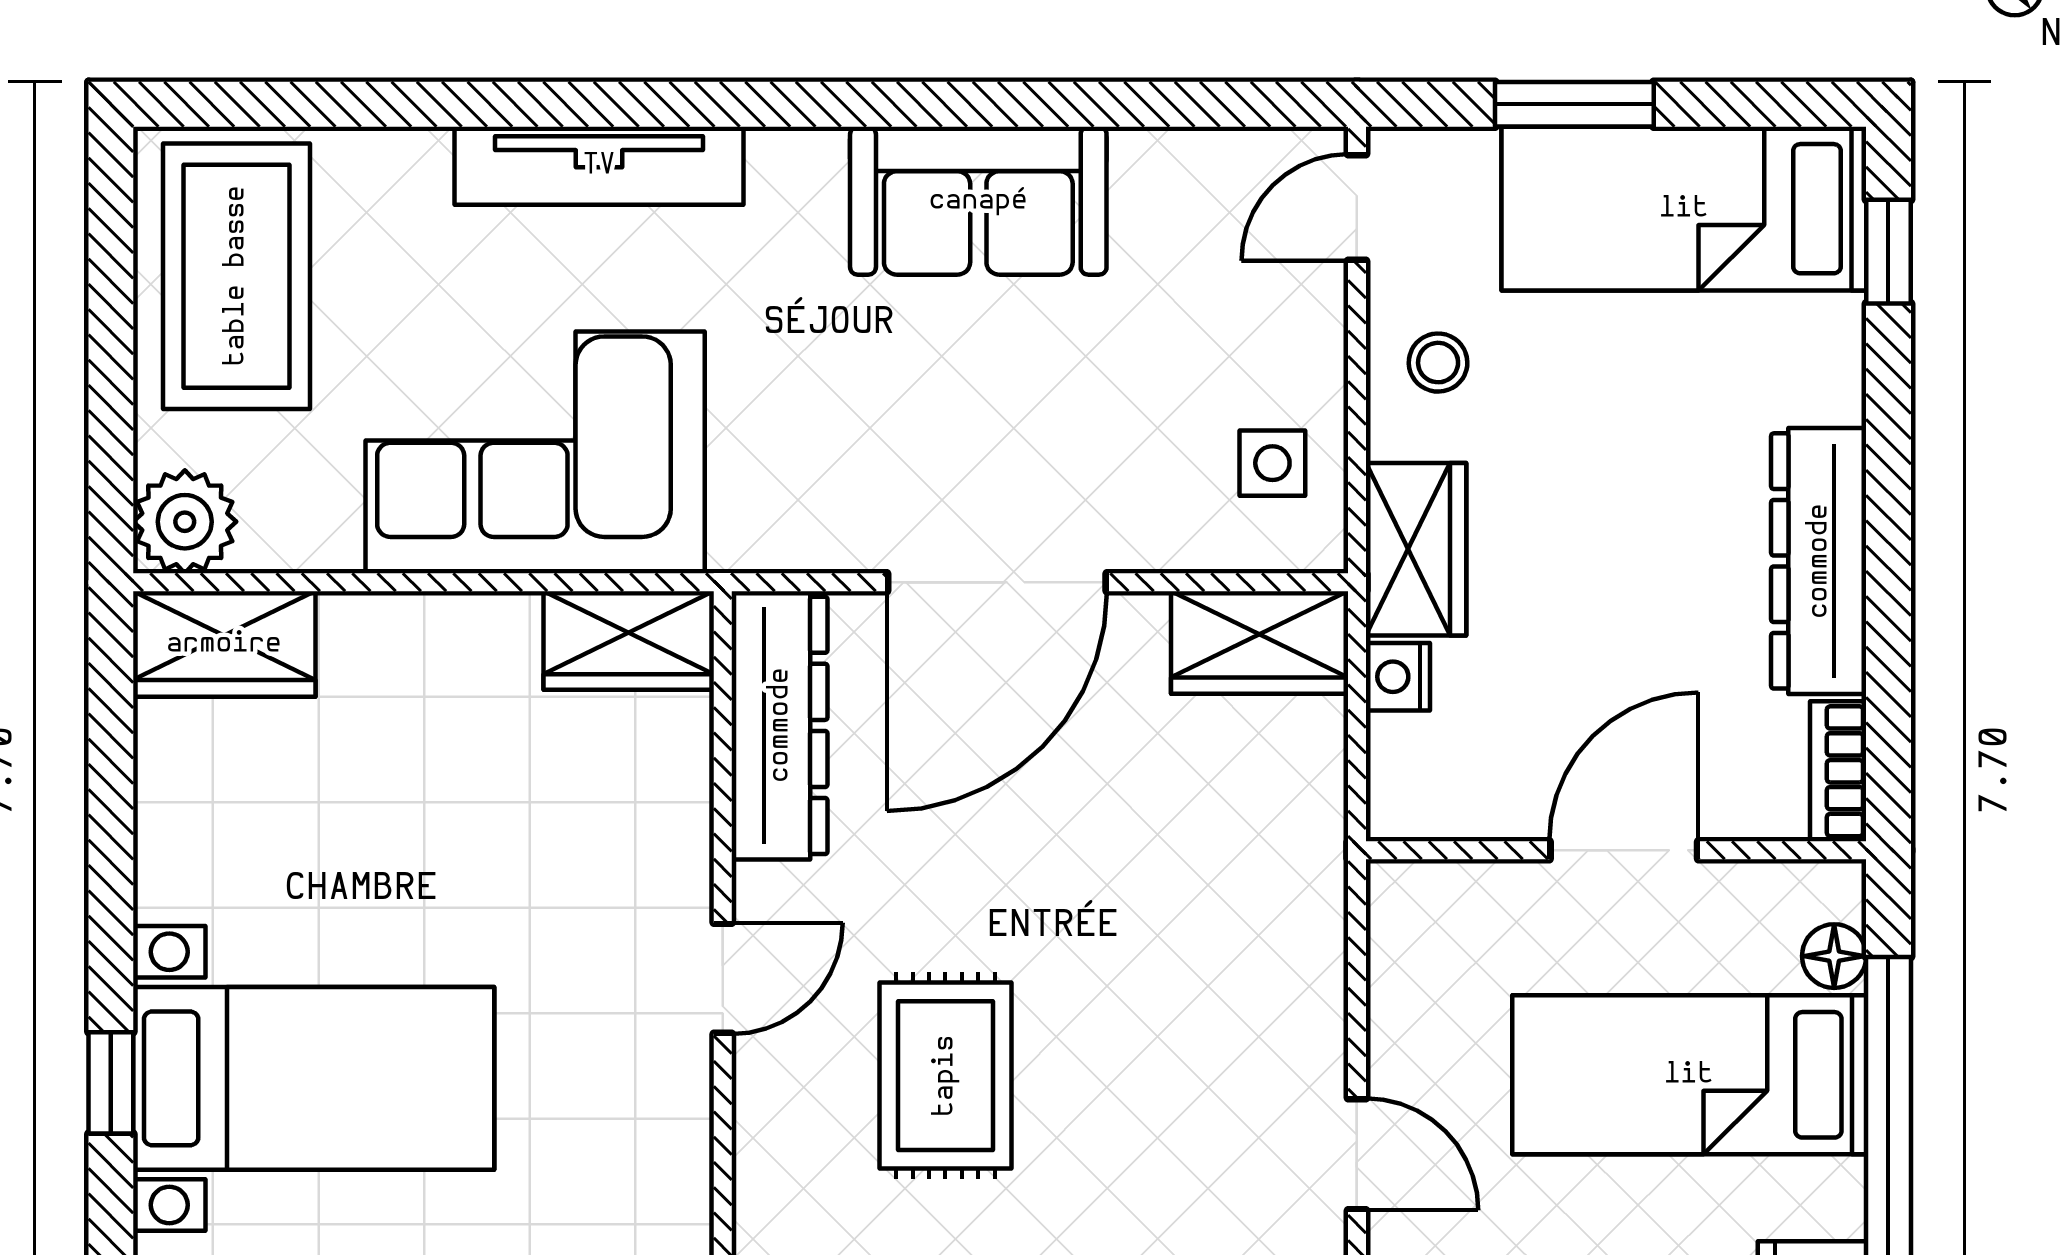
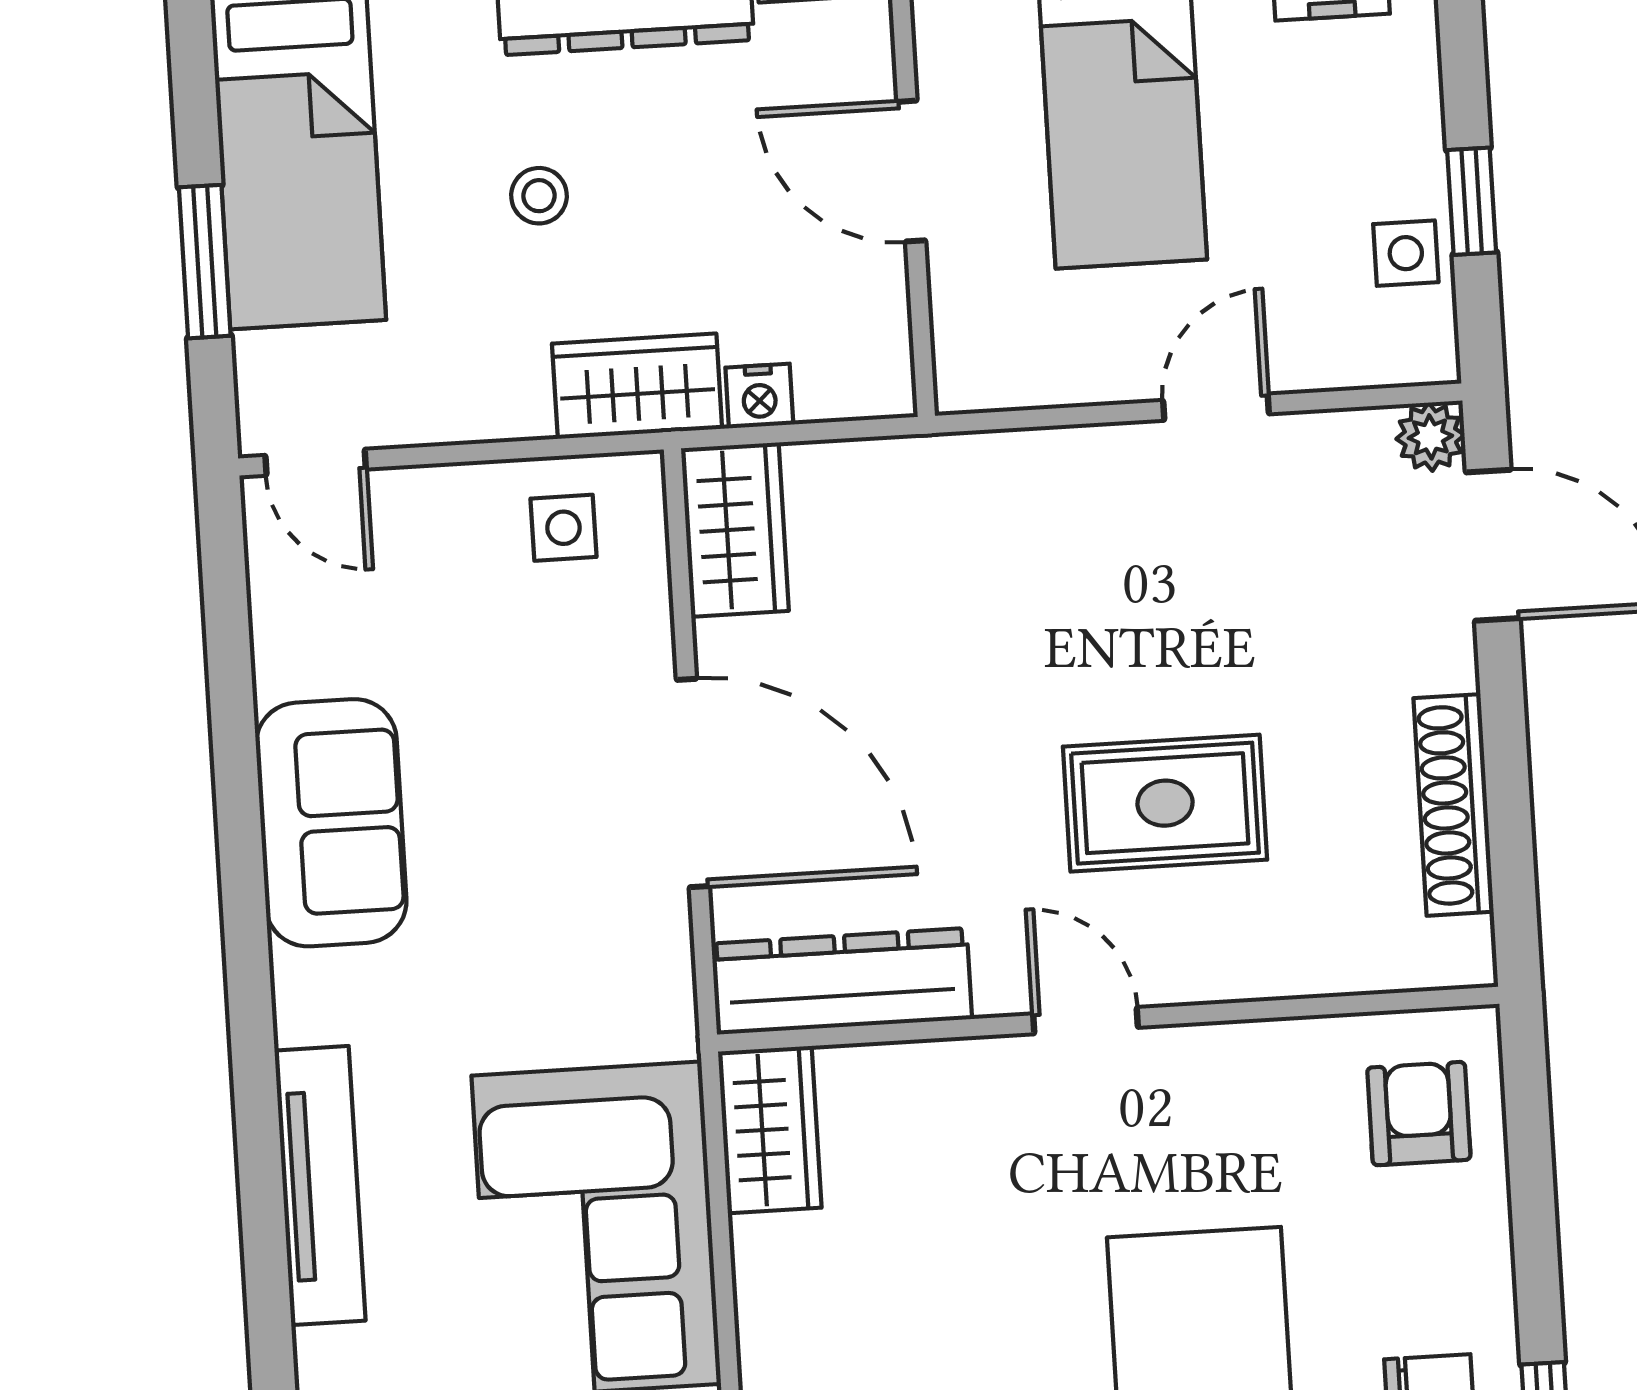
stool: (1438, 363) -> (539, 196), moved

